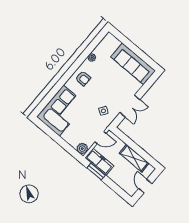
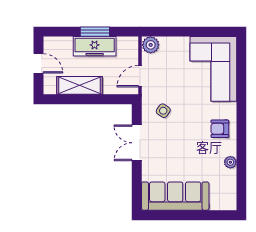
freezer: (99, 162) -> (95, 46), moved
window: (96, 171) -> (95, 32), moved

